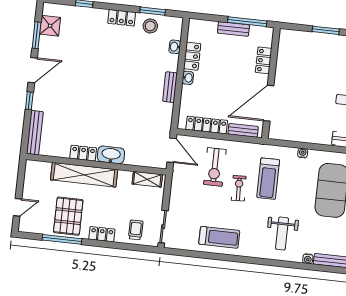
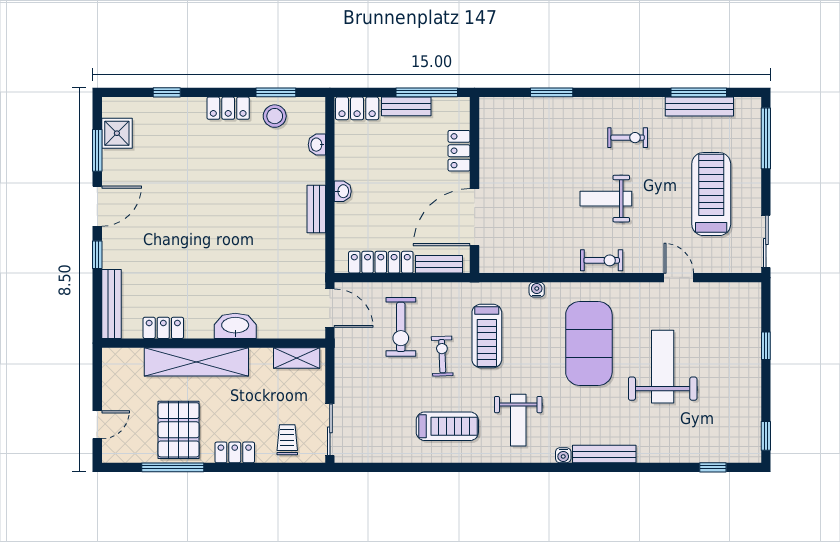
locker: (192, 56) -> (357, 108), moved, turned 90
locker: (83, 153) -> (163, 328), moved
treadmill: (219, 237) -> (447, 426), moved

